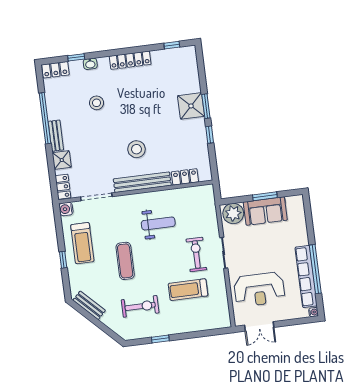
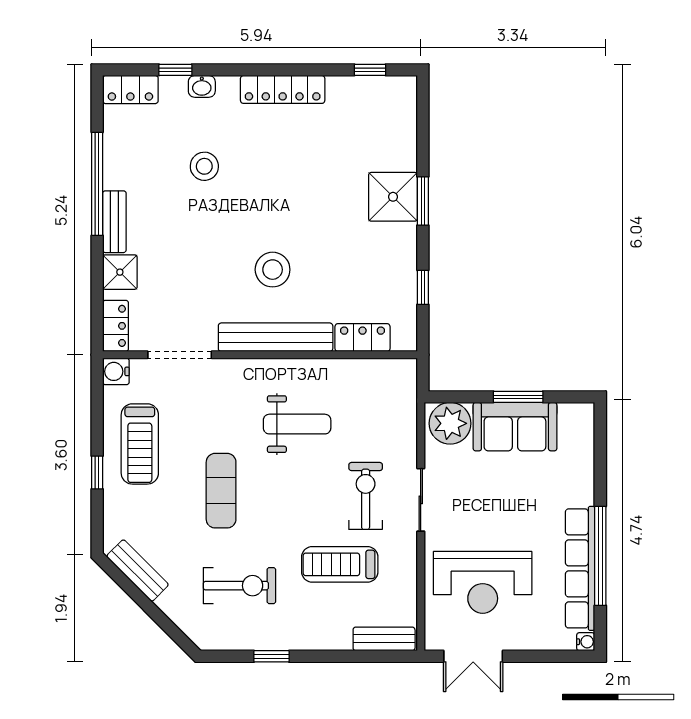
window: (210, 135) -> (423, 287), moved
bench: (214, 323) -> (384, 639), added

